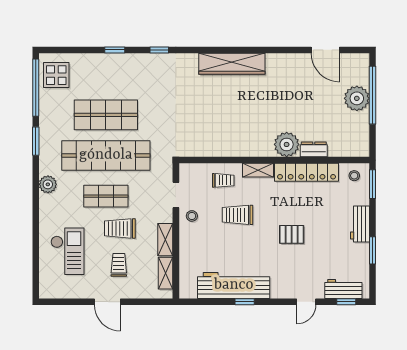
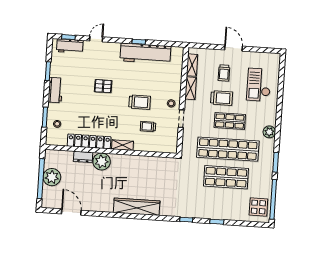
plant: (287, 144) -> (102, 162), moved
dresser: (314, 149) -> (83, 157), moved
wall: (274, 160) -> (111, 151), moved
shelving: (258, 170) -> (123, 145), moved
locker: (307, 172) -> (89, 141), moved

